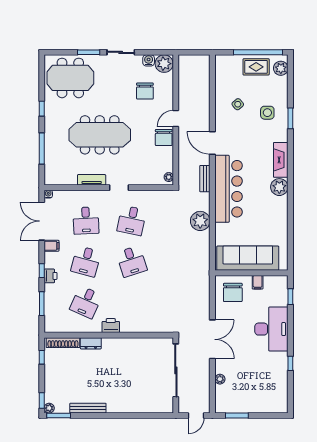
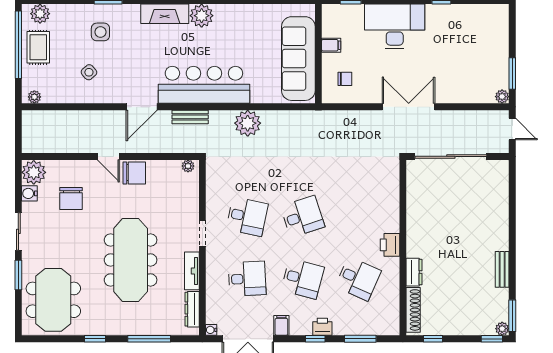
plant: (220, 64) -> (34, 97), added
chair: (145, 91) -> (71, 198), turned 90
dresser: (64, 180) -> (192, 309), added
chair: (233, 292) -> (345, 79), width x0.54, depth x0.54
plant: (220, 379) -> (502, 97), moved
bench: (88, 408) -> (502, 269), width x0.73

